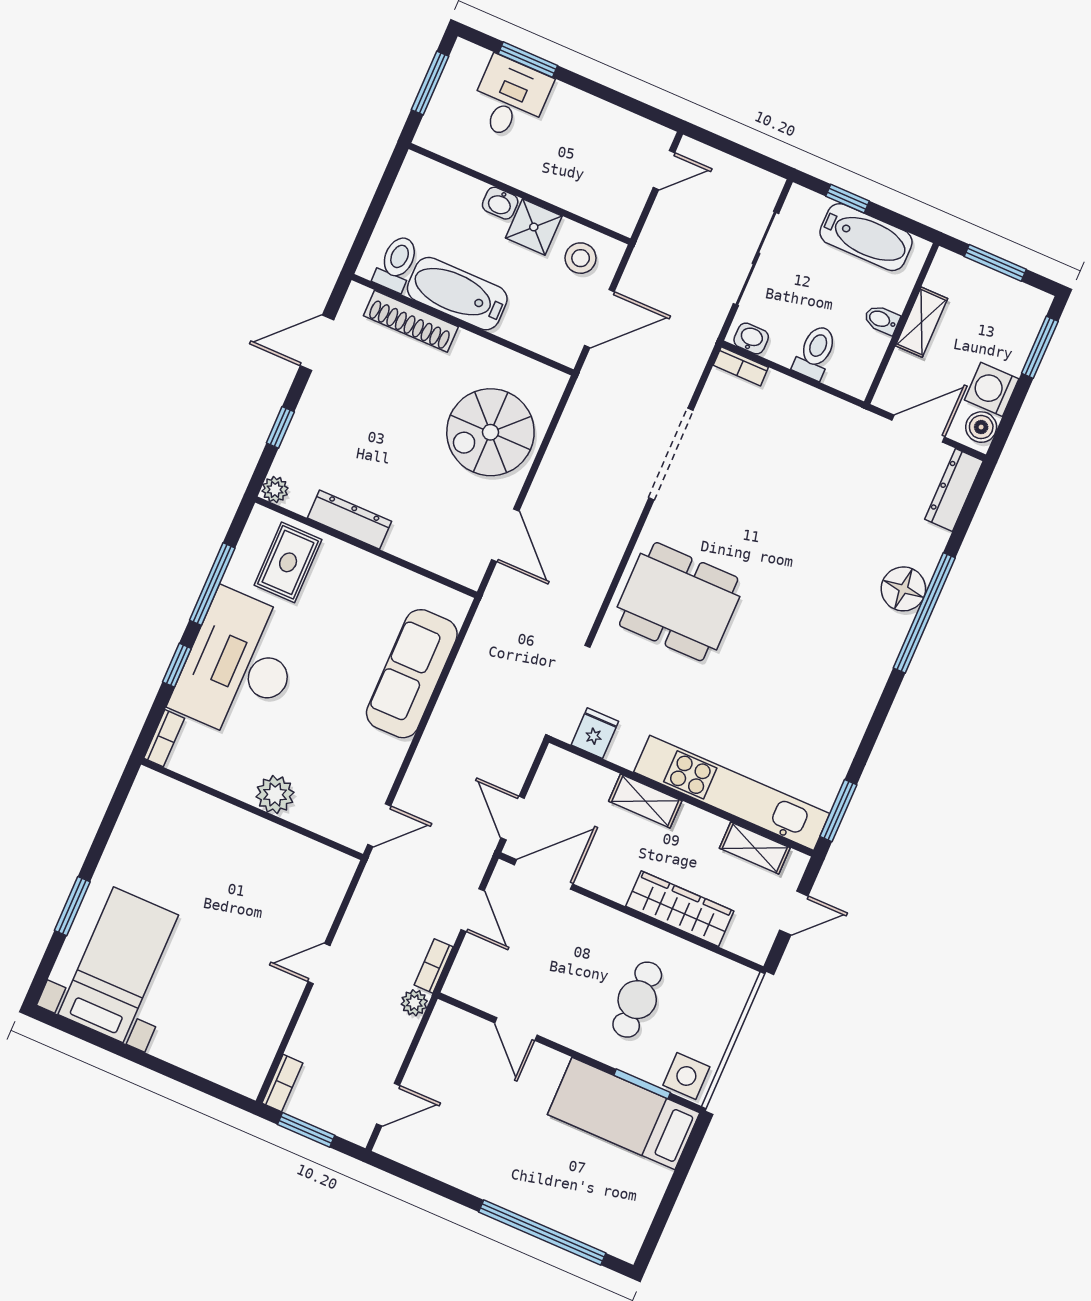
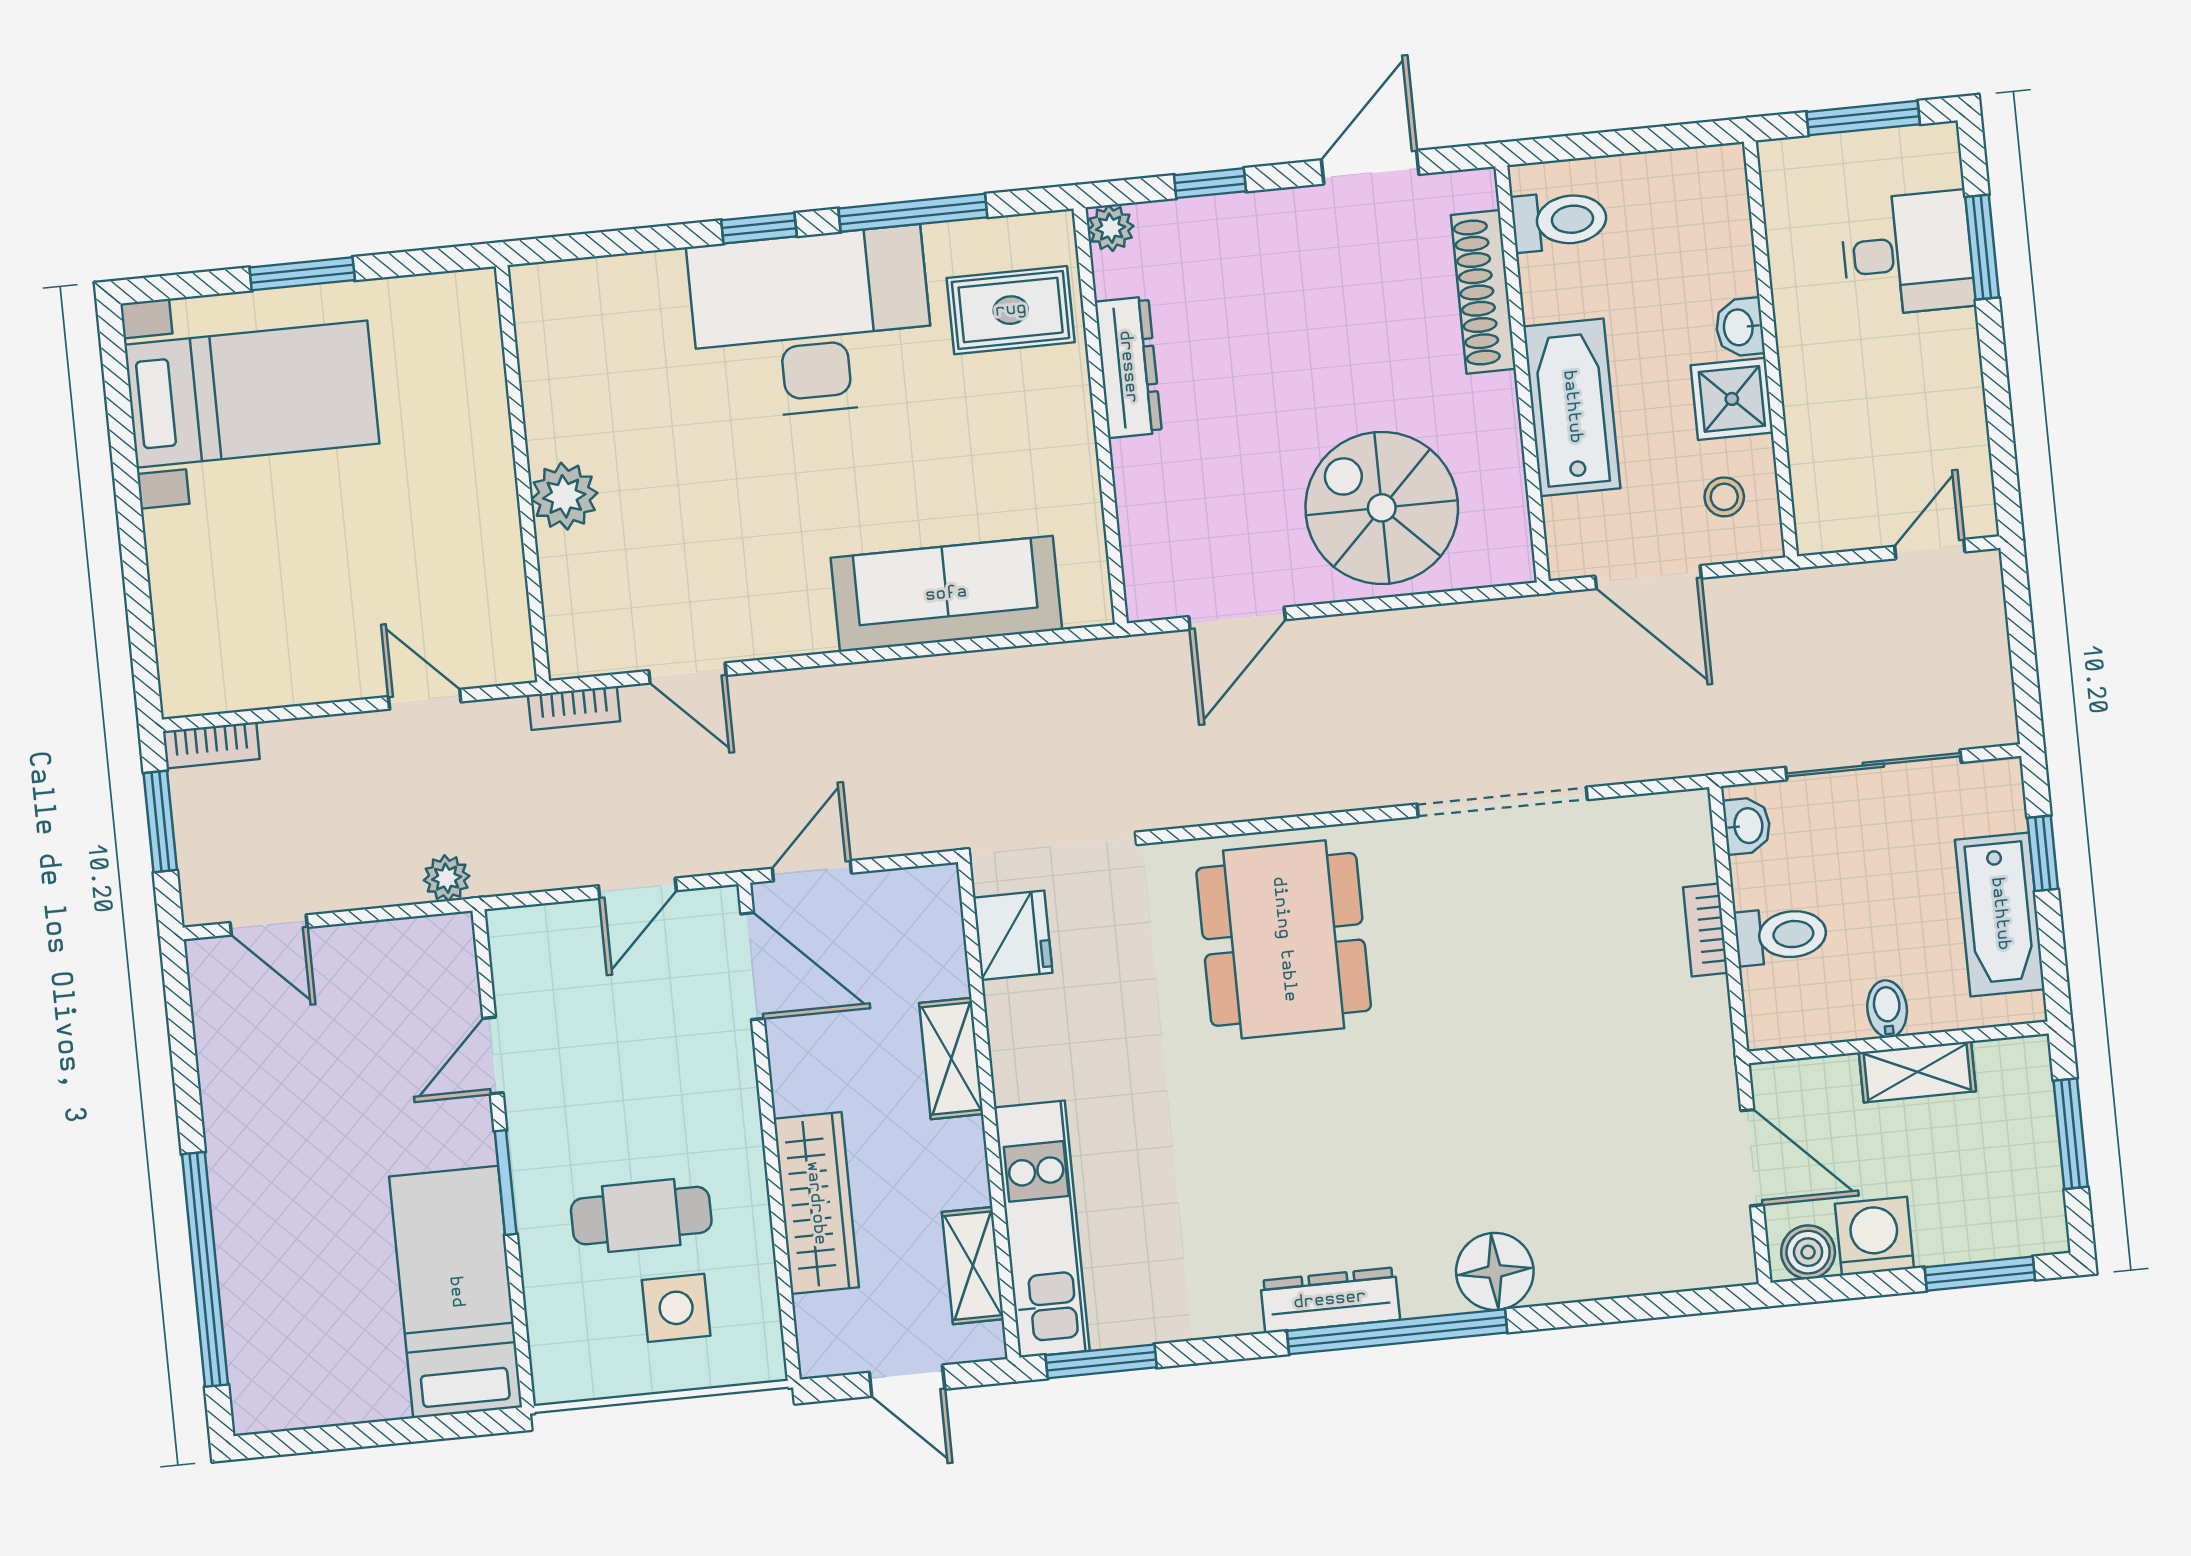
door: (664, 170) -> (1930, 549), swing flipped
stool: (581, 258) -> (1724, 497), width x0.73, depth x0.73
bathtub: (457, 294) -> (1572, 407), moved
door: (317, 343) -> (1370, 167), hinge flipped
bookcase: (741, 366) -> (1705, 930), moved
dresser: (954, 490) -> (1330, 1300), moved
window: (924, 613) -> (1397, 1332), moved
fridge: (595, 733) -> (1013, 935), width x1.38
bookcase: (164, 738) -> (637, 271), removed
kitchen unit: (732, 793) -> (1042, 1229), width x0.73
plant: (275, 795) -> (564, 496), moved
wall: (252, 809) -> (522, 474), moved
bookcase: (434, 966) -> (574, 708), moved, turned 180
side table: (686, 1076) -> (676, 1308), moved
window: (642, 1084) -> (506, 1183), moved

